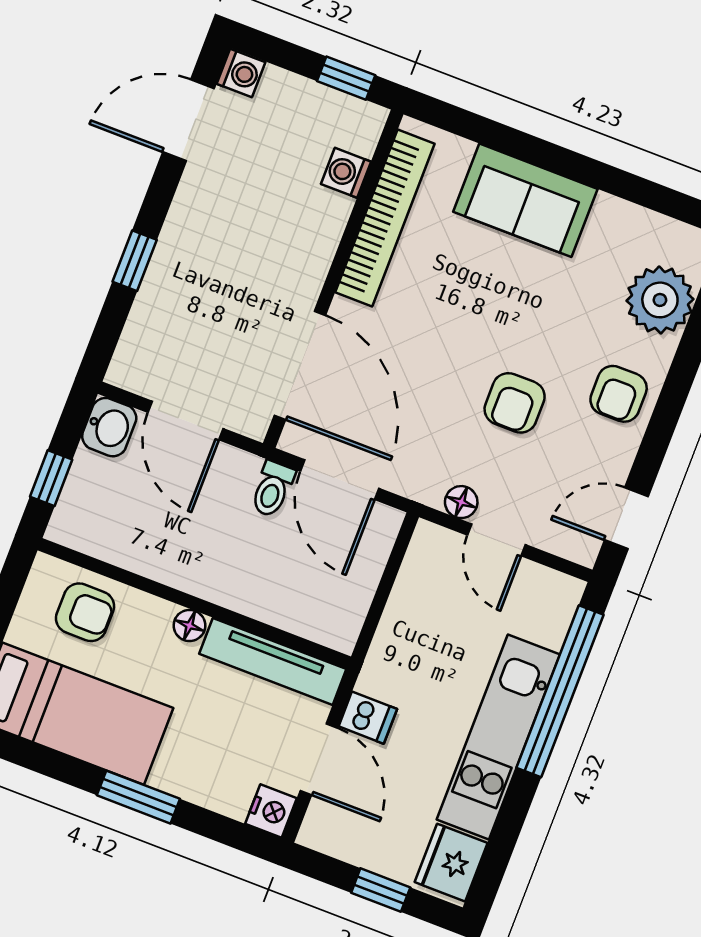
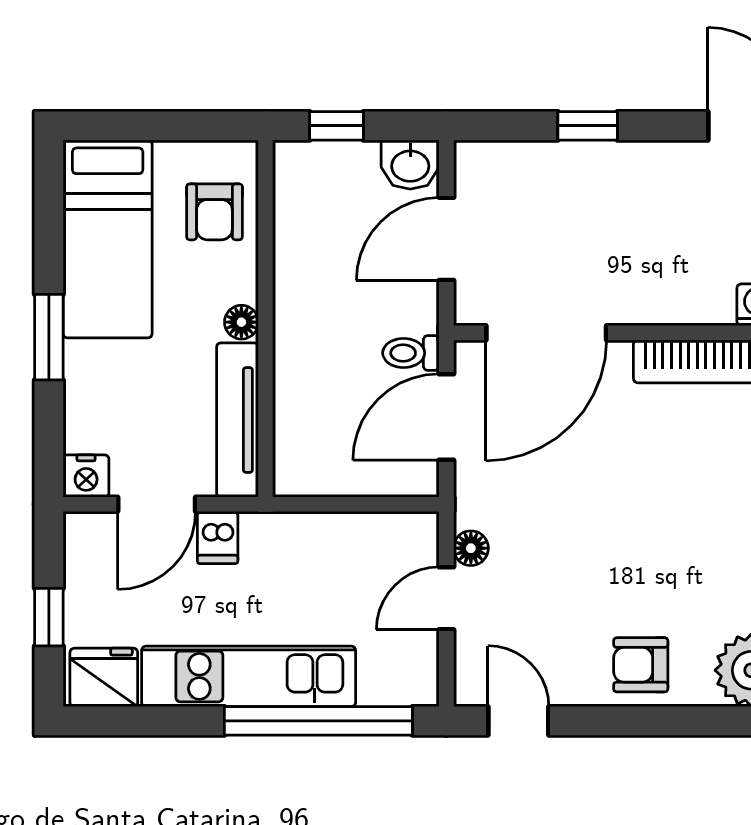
armchair: (515, 403) -> (591, 564), removed

